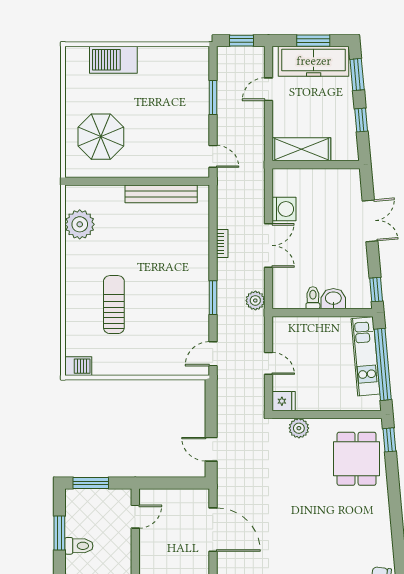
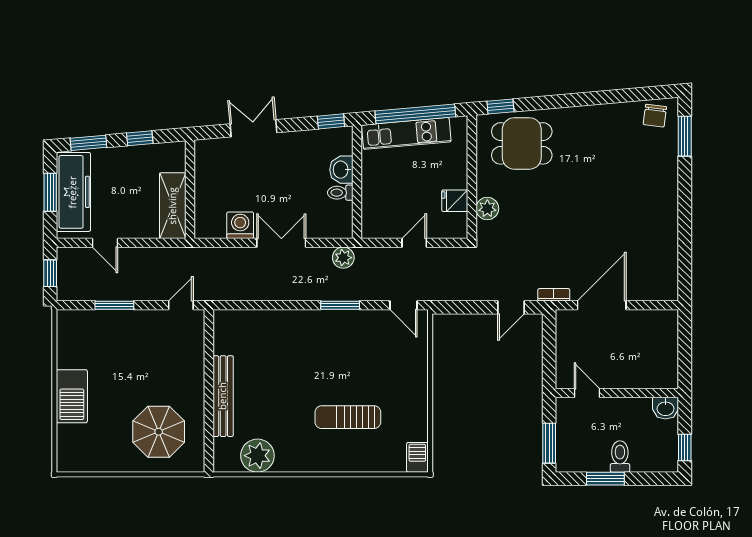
barbecue: (113, 60) -> (72, 396), moved
bench: (161, 194) -> (223, 396), moved
bookcase: (222, 244) -> (554, 295), moved
fridge: (284, 401) -> (455, 201), moved, turned -90

